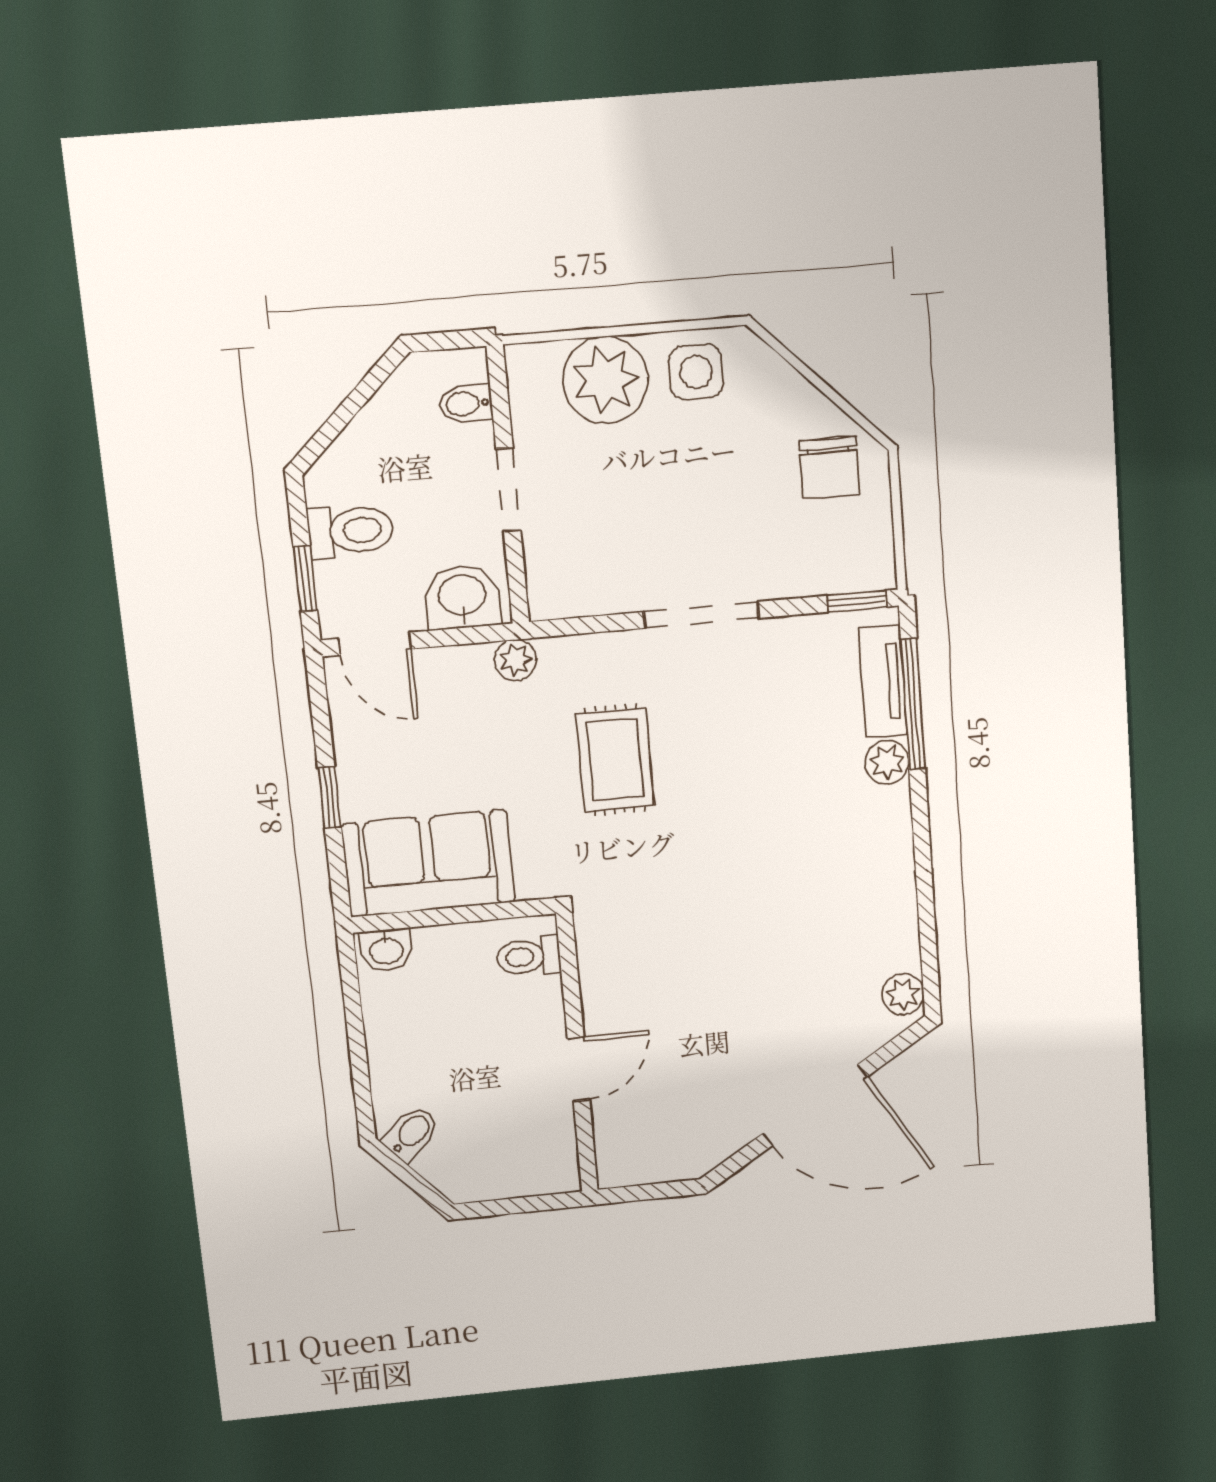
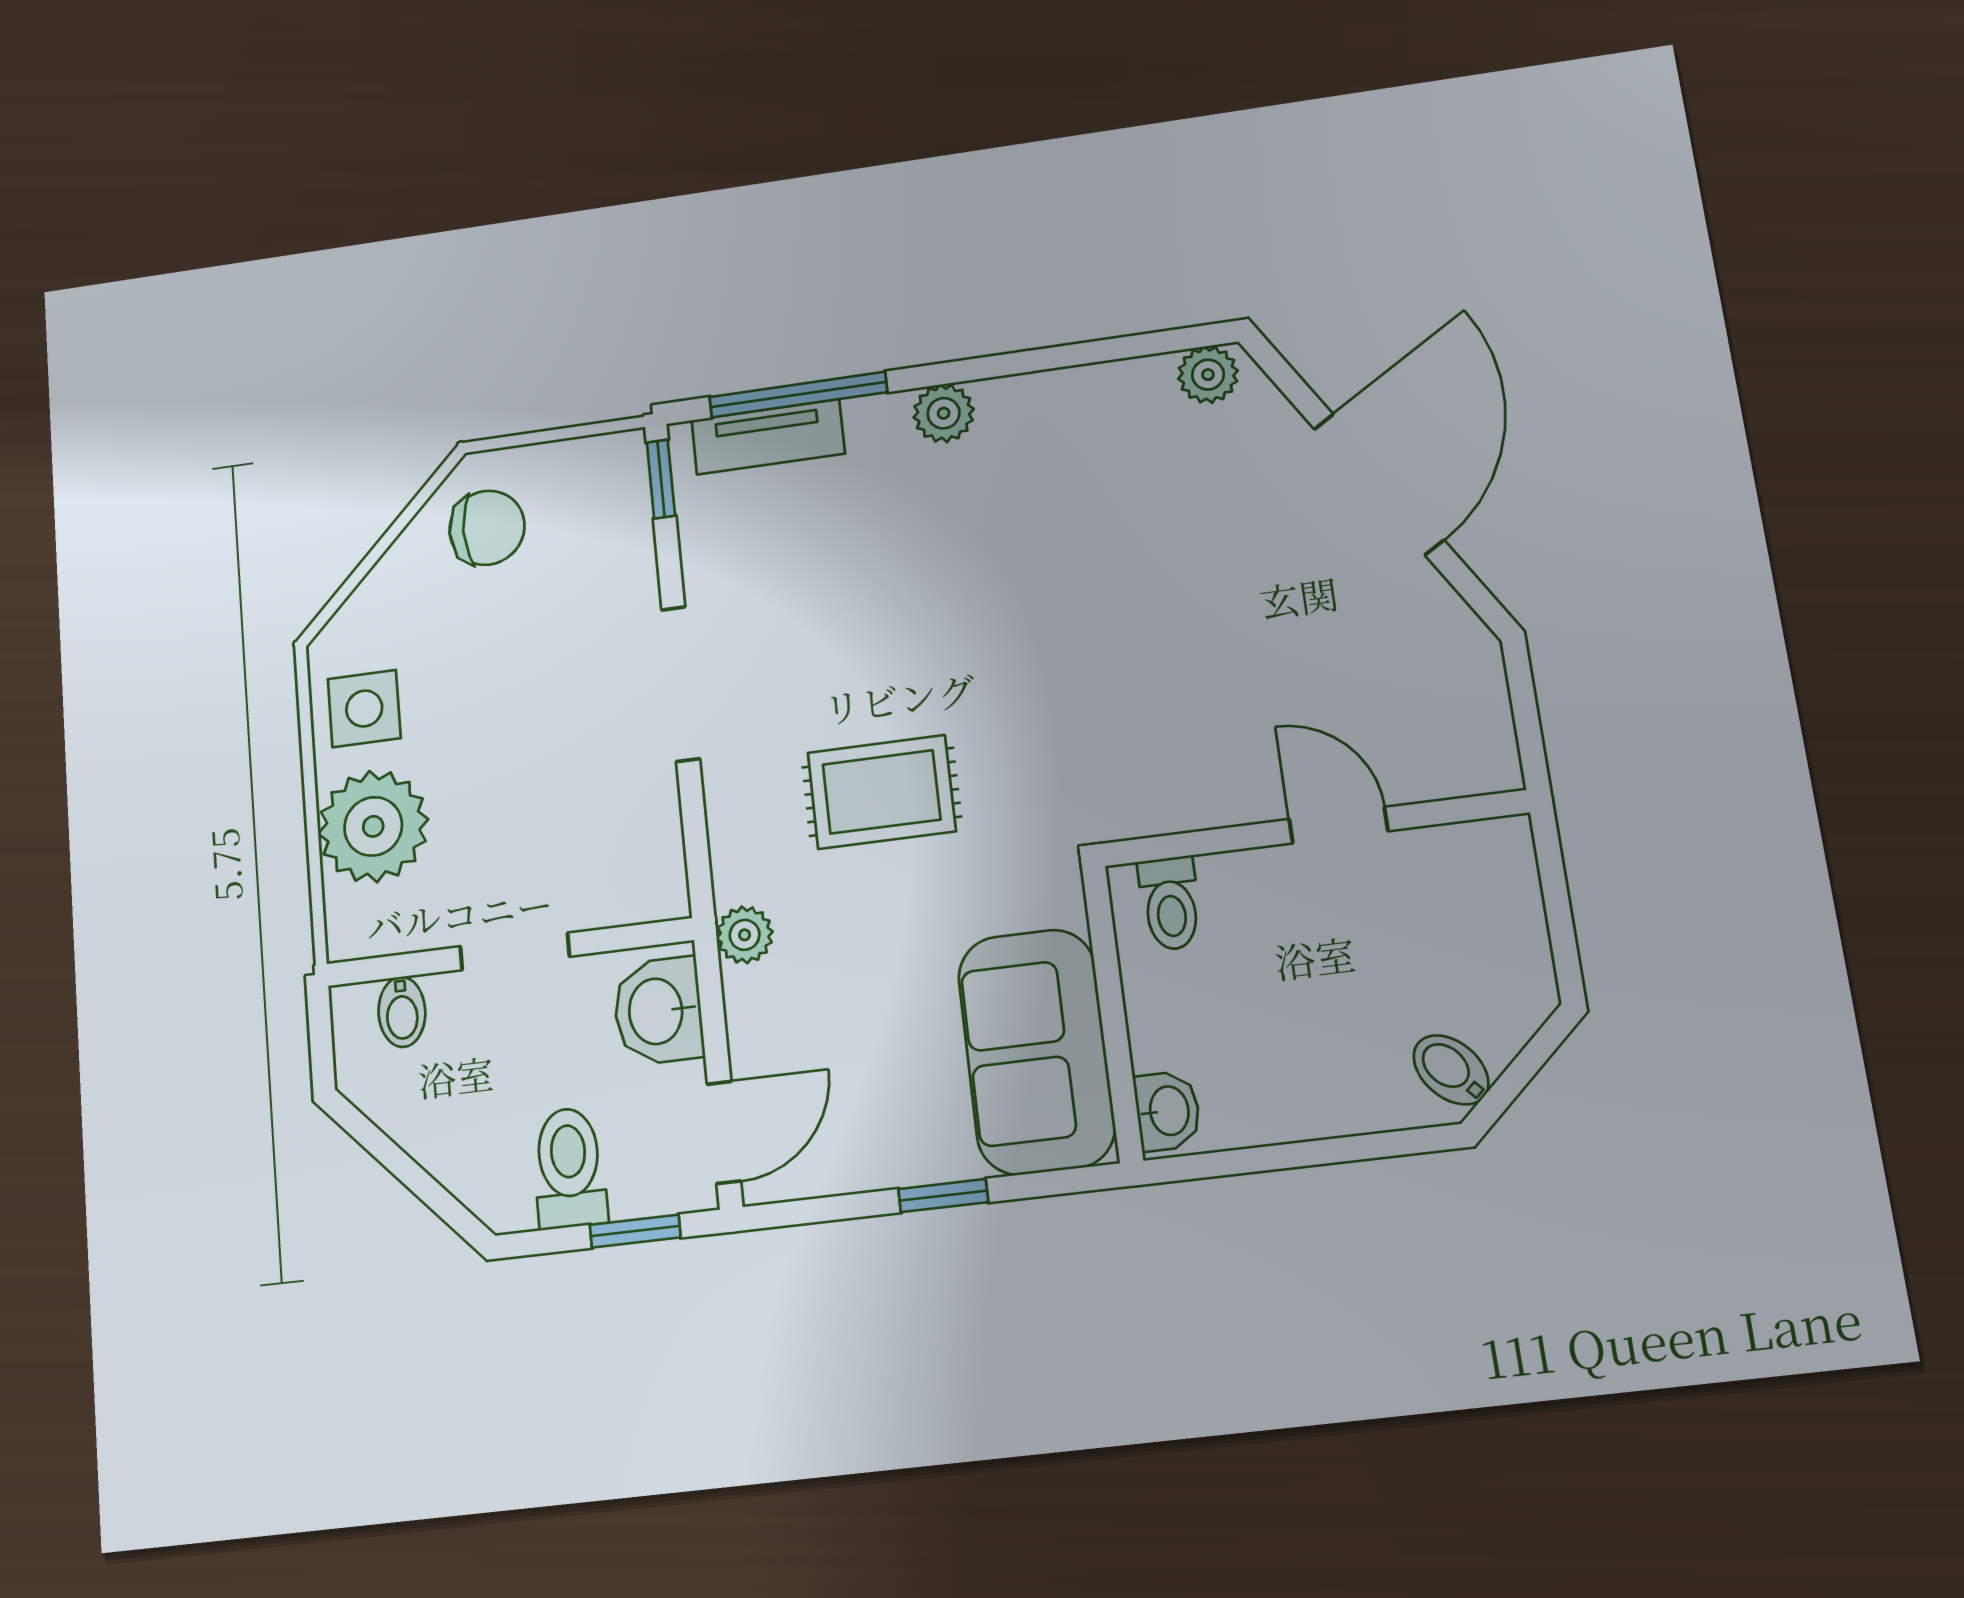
plant: (887, 762) -> (944, 413), moved

